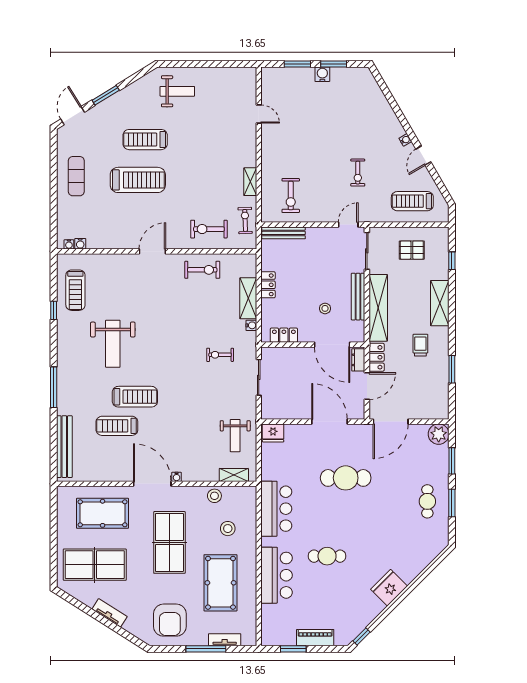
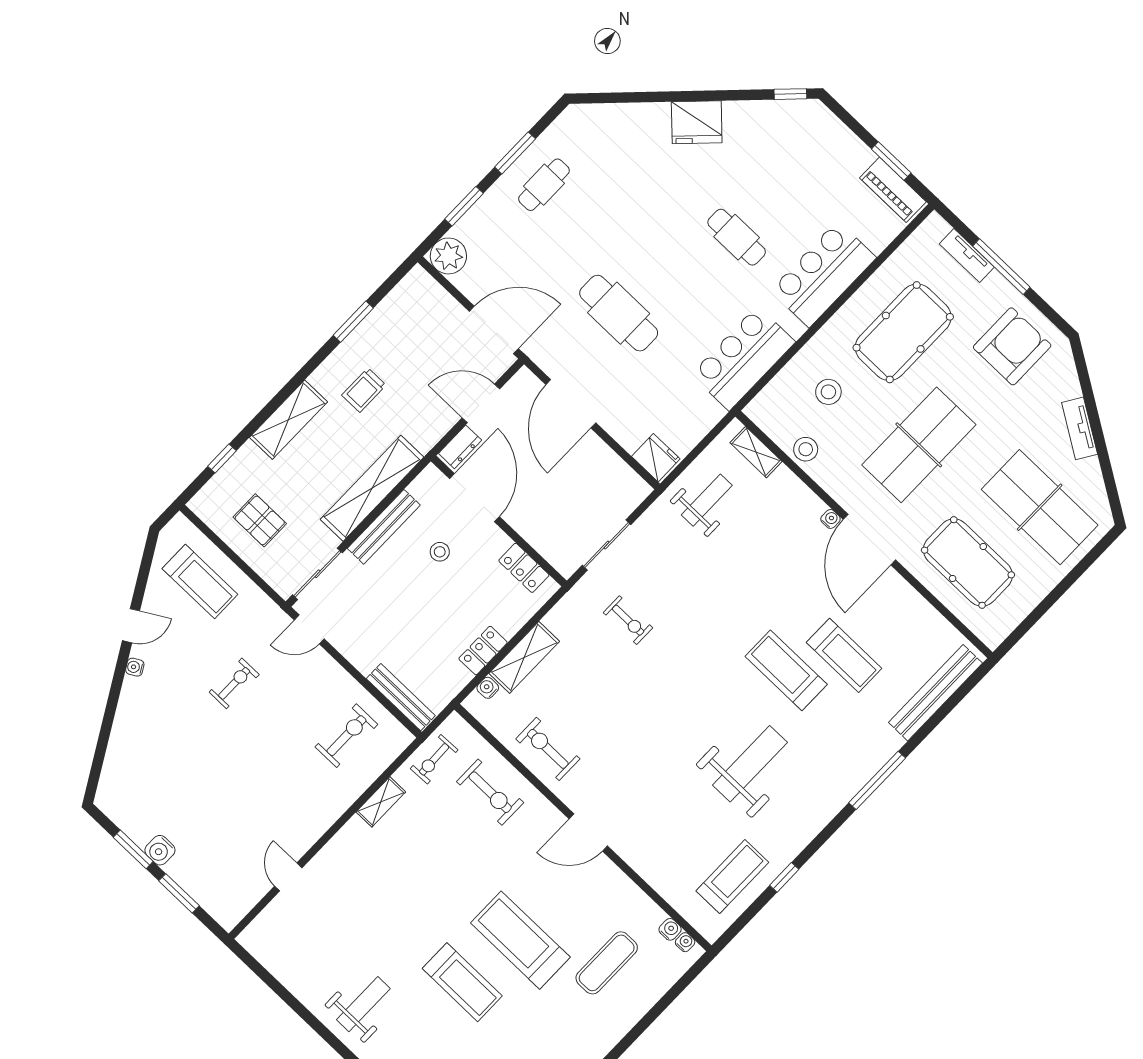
weight bench: (177, 91) -> (363, 1004), turned 90
exercise mat: (76, 176) -> (607, 963), moved
water cooler: (251, 325) -> (488, 688), moved
locker: (377, 357) -> (434, 428), removed
piano: (315, 638) -> (893, 190), moved

